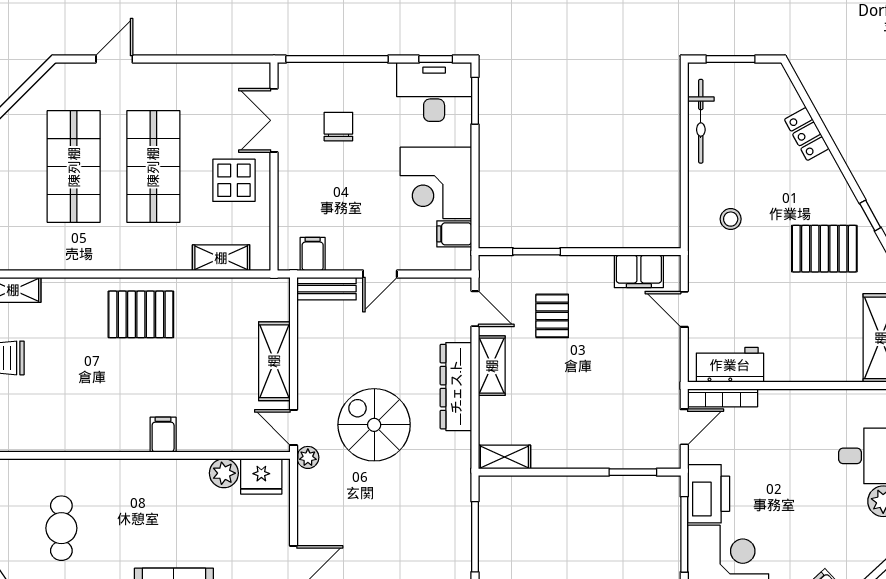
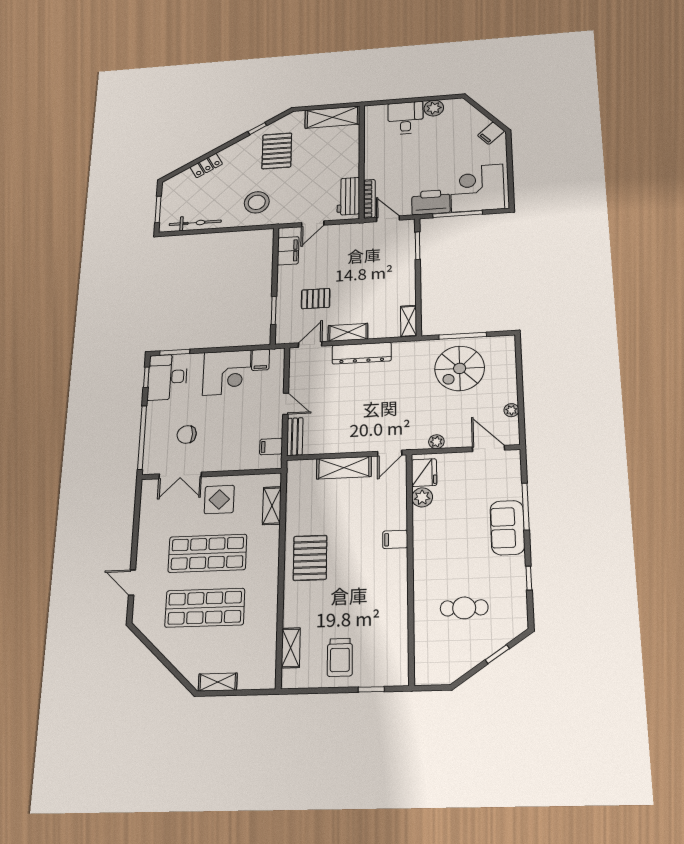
stool: (731, 219) -> (257, 202), width x1.89, depth x1.89
spiral stairs: (374, 425) -> (460, 368), moved
plant: (308, 457) -> (436, 442), moved

